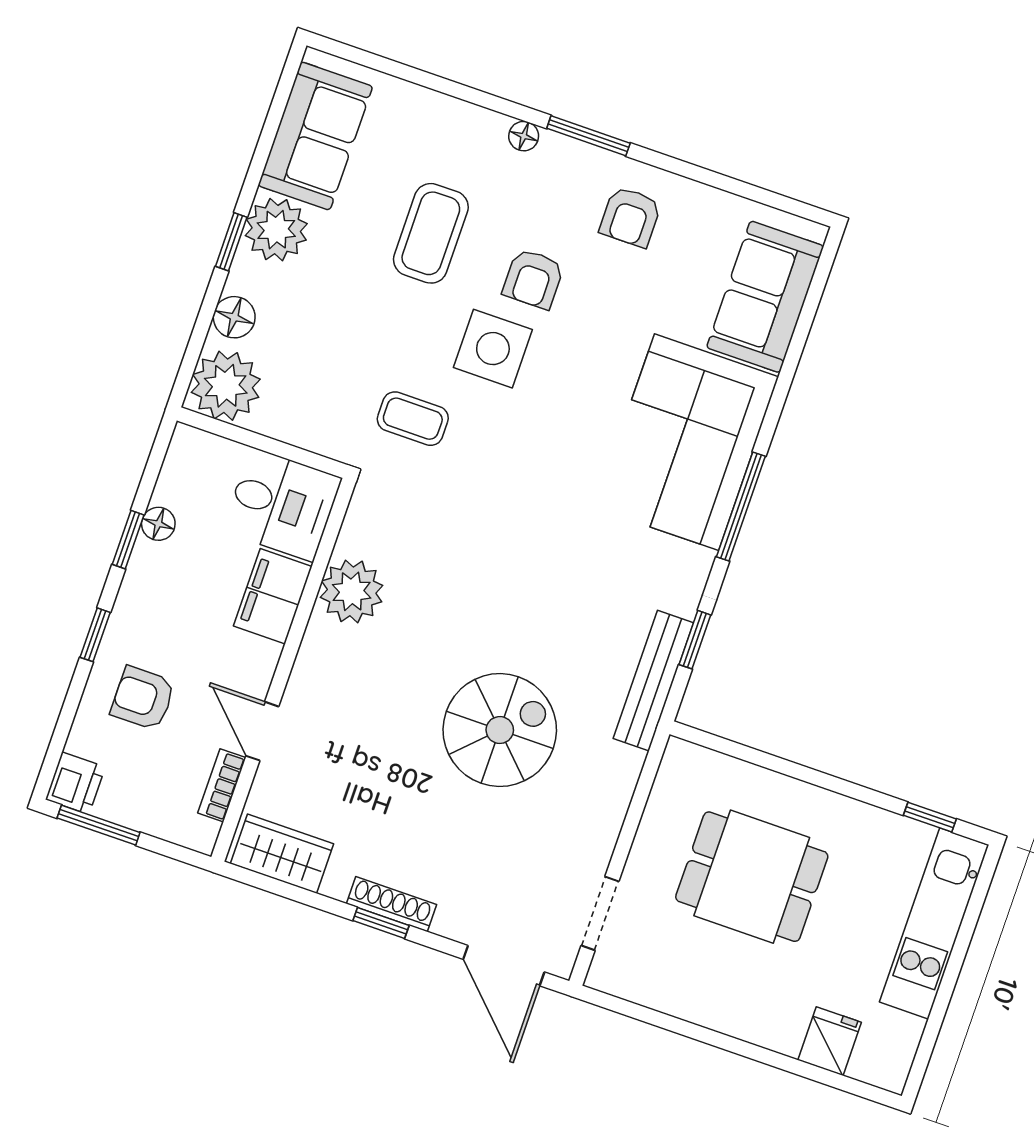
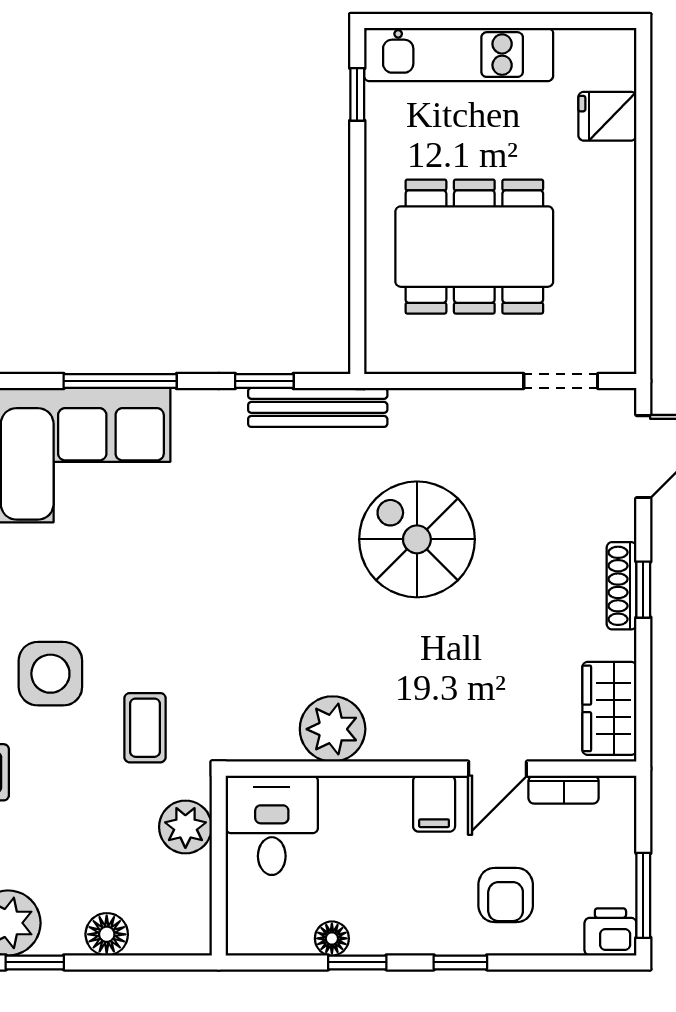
plant: (226, 386) -> (185, 827), moved, width x0.73, depth x0.73
filing cabinet: (273, 596) -> (434, 804), moved, width x0.50
dining table: (752, 877) -> (474, 247), width x1.38

